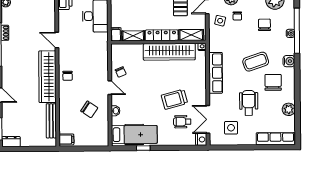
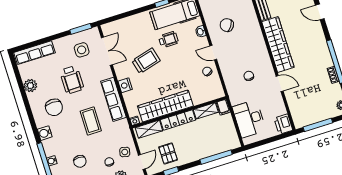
coffee table: (256, 62) -> (91, 121), moved, turned -71
chair: (68, 76) -> (249, 76), moved
wheelchair: (182, 122) -> (168, 40), moved
nightstand: (201, 139) -> (125, 85), moved
window: (226, 148) -> (81, 29), added

